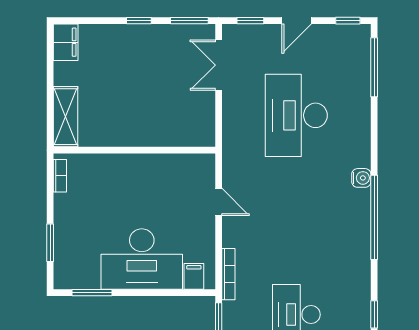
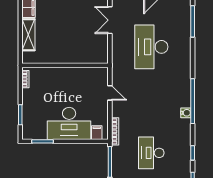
shelving: (65, 117) -> (28, 35), moved
water cooler: (361, 178) -> (186, 113), moved

